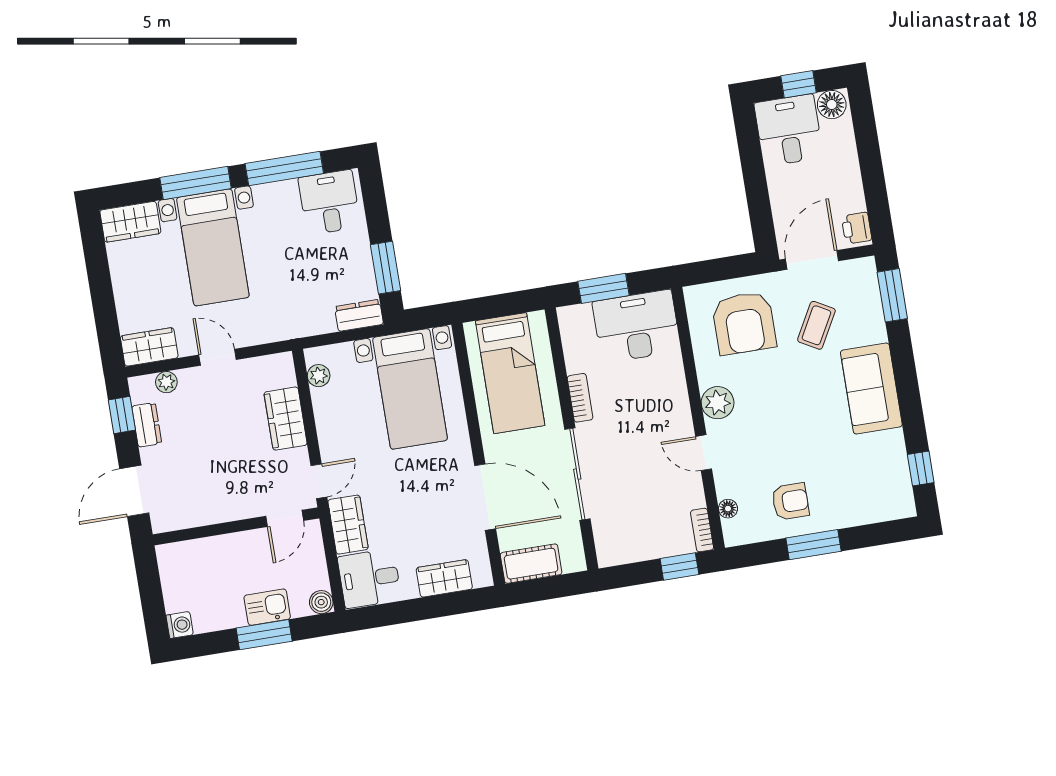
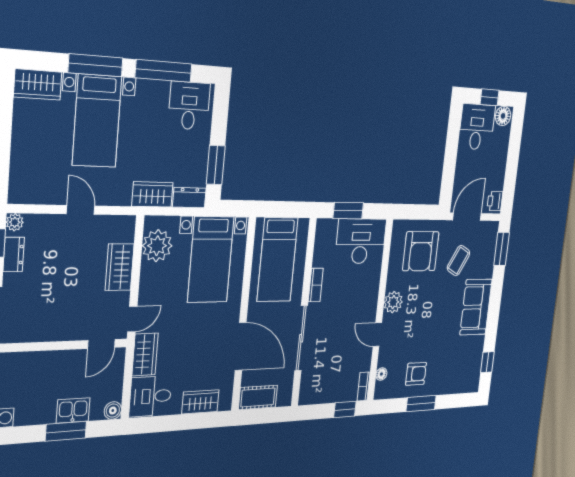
wardrobe: (149, 347) -> (152, 194), moved
plant: (319, 376) -> (157, 246), width x1.87, depth x1.87
plant: (166, 382) -> (15, 222), moved

